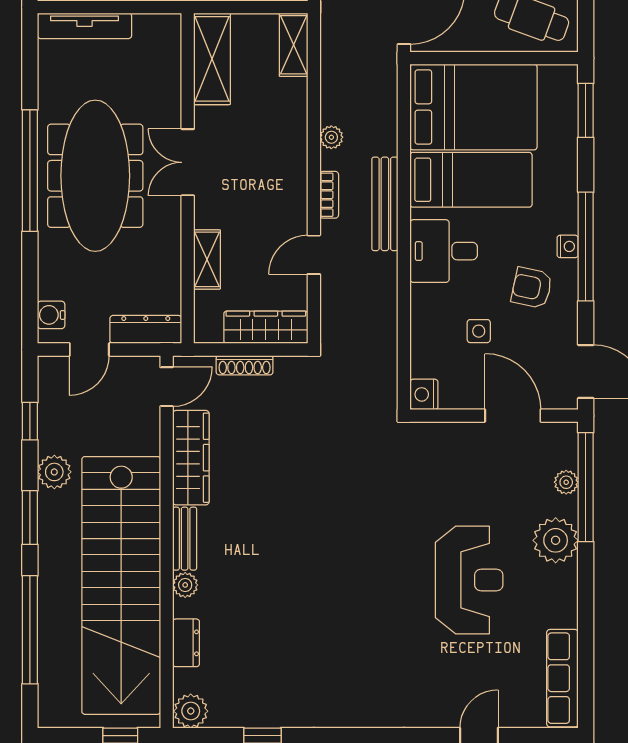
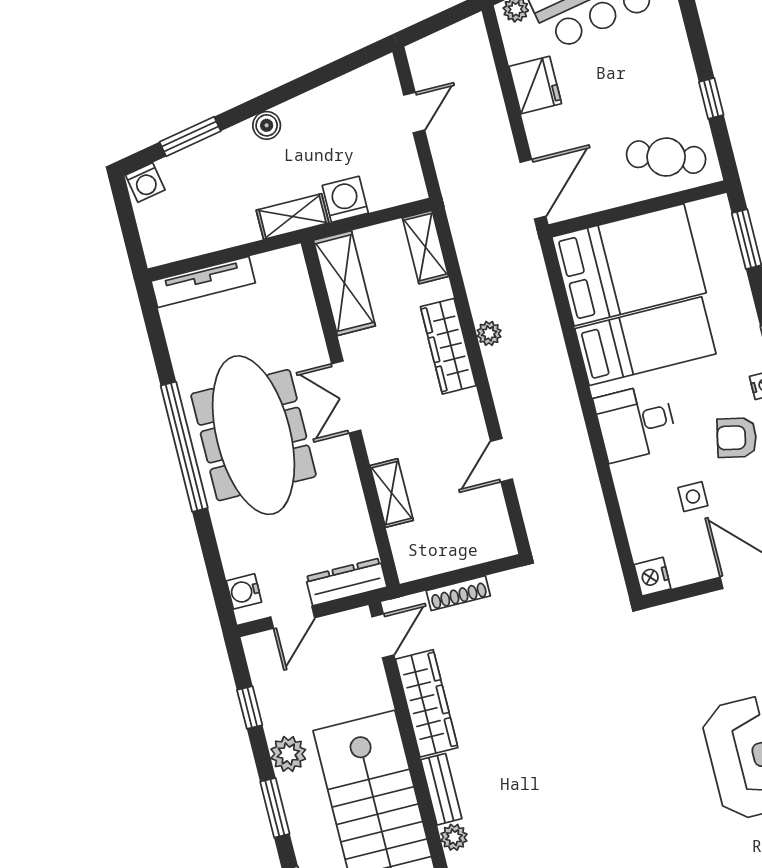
bookcase: (329, 195) -> (502, 394), removed
bench: (385, 204) -> (562, 389), removed
wardrobe: (266, 327) -> (448, 346), moved, turned -90

